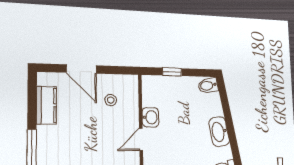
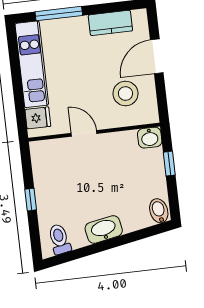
stool: (111, 100) -> (125, 94), width x1.89, depth x1.89
washbasin: (150, 117) -> (150, 138), moved

